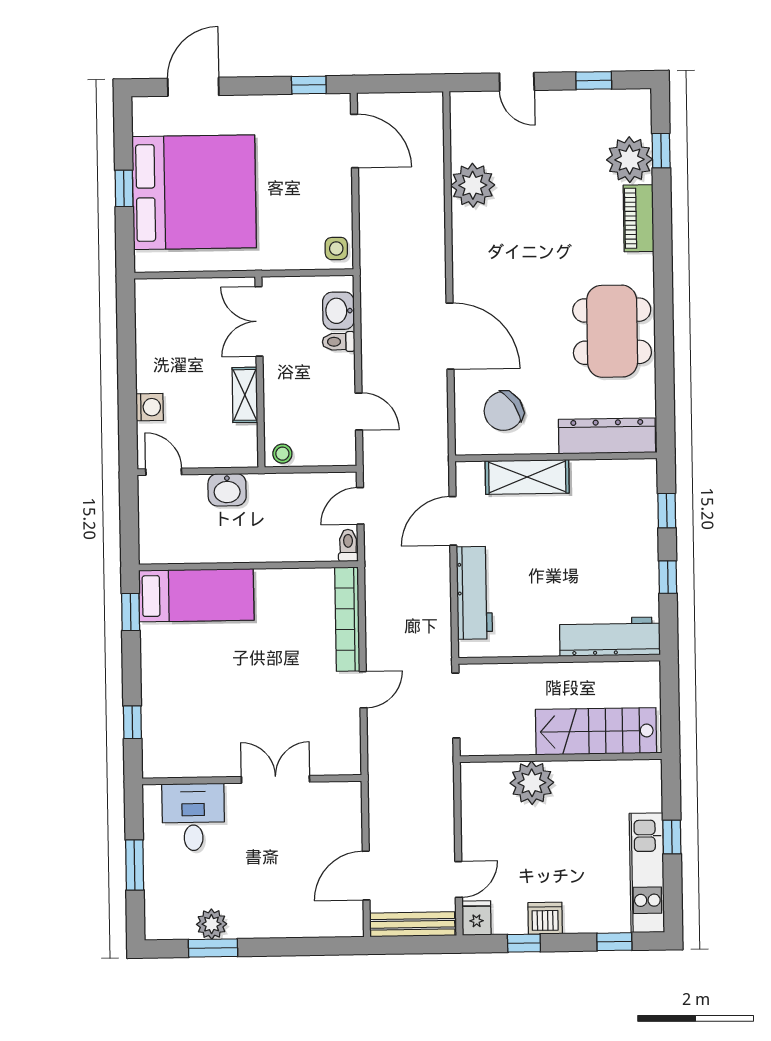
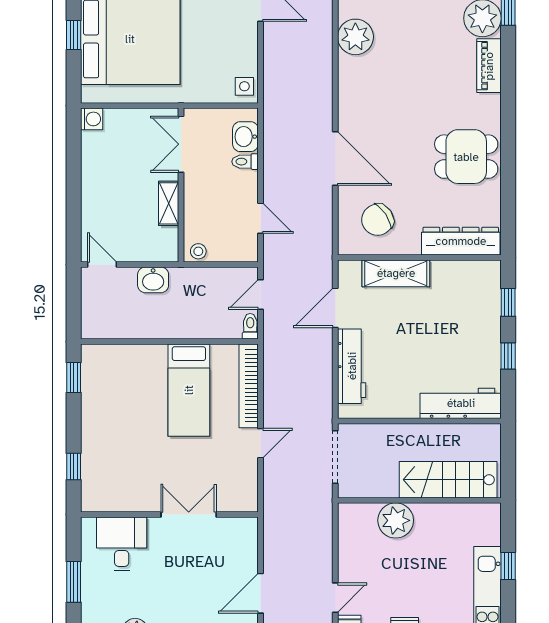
dining table: (612, 331) -> (466, 157), width x0.73
washing machine: (150, 407) -> (92, 119), moved
bed: (196, 595) -> (189, 390), moved, turned 90

